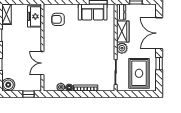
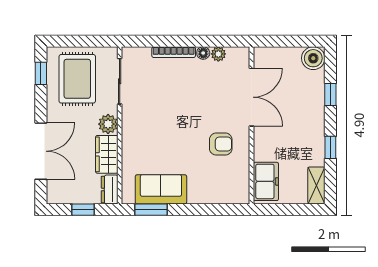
armchair: (58, 19) -> (221, 144), moved
double door: (42, 63) -> (252, 97), width x1.37
window: (159, 64) -> (41, 73), moved
window: (29, 94) -> (277, 41), removed

